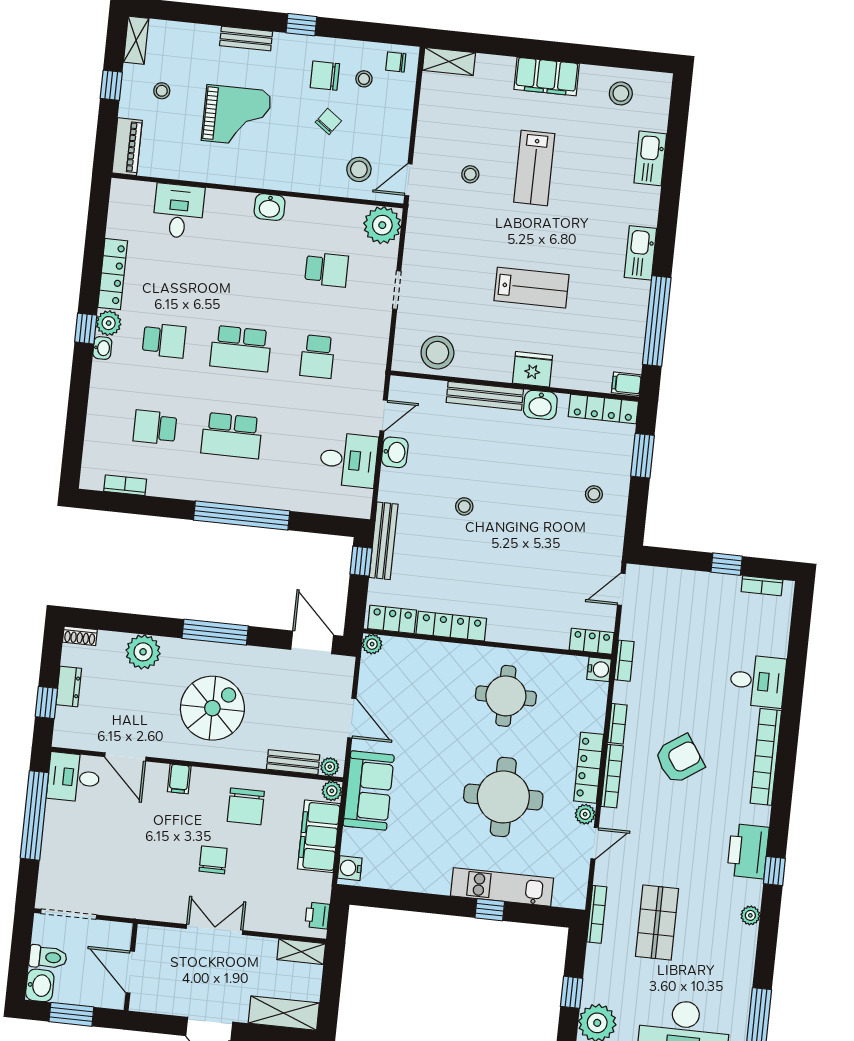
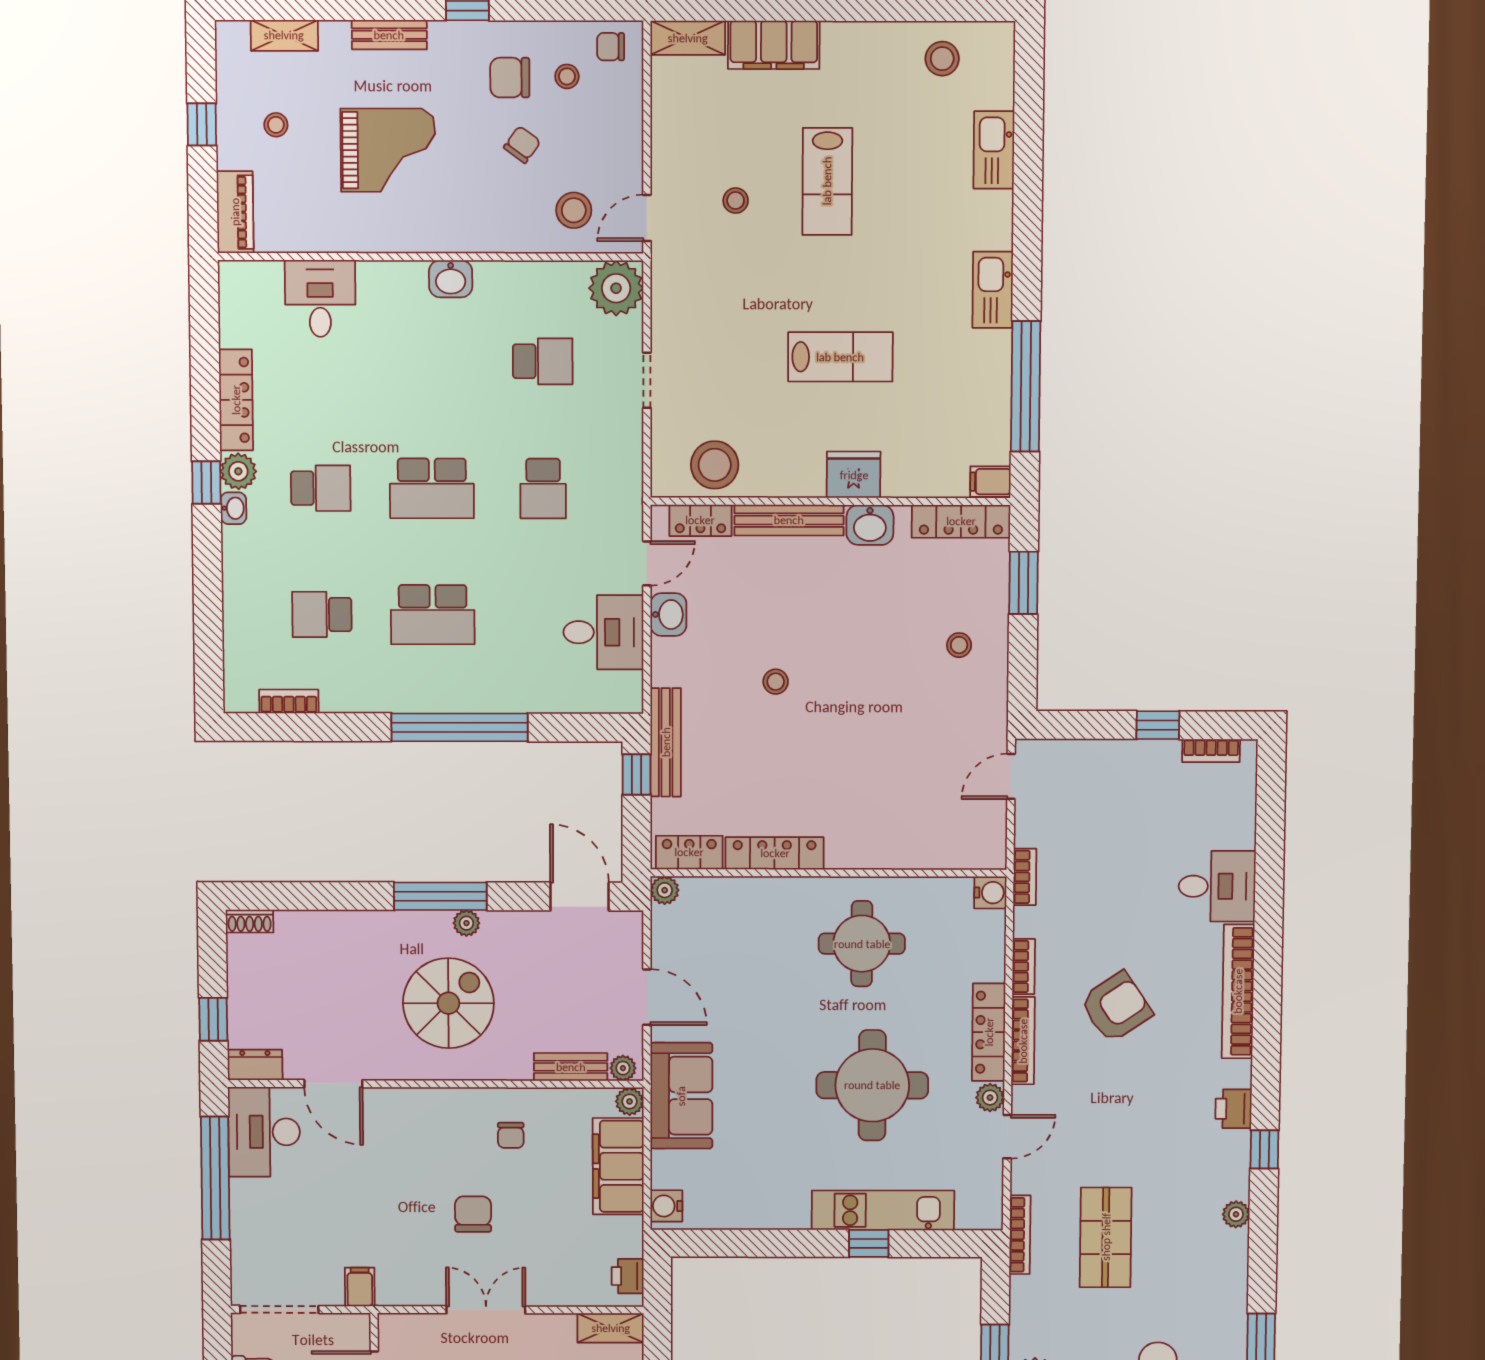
shelving: (136, 40) -> (284, 35), moved, turned 90
filing cabinet: (547, 77) -> (774, 45), moved
locker: (592, 641) -> (700, 520), moved, turned 180
plant: (143, 652) -> (466, 923), moved, width x0.53, depth x0.53
dresser: (69, 687) -> (255, 1065), moved, turned -90
desk: (74, 777) -> (264, 1132), width x1.37
filing cabinet: (179, 779) -> (360, 1287), moved, turned 180
chair: (246, 806) -> (511, 1135), width x0.54, depth x0.54
printer: (748, 851) -> (1233, 1109), width x0.53, depth x0.68

